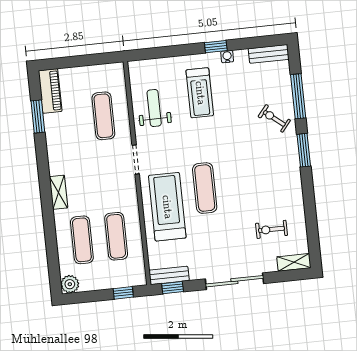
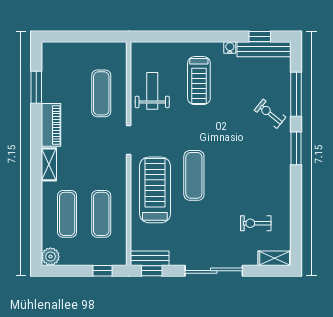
window: (216, 47) -> (260, 37), moved
bench: (269, 54) -> (264, 49), width x1.36
piano: (50, 91) -> (51, 125), moved

